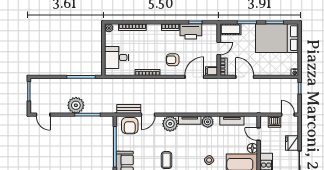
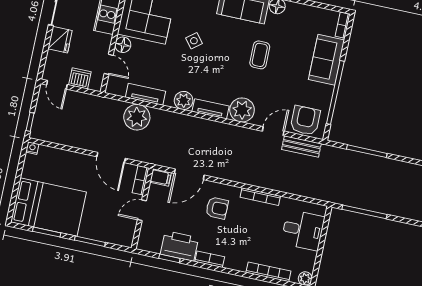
cot: (230, 29) -> (117, 236), removed
plant: (76, 105) -> (137, 117), moved

